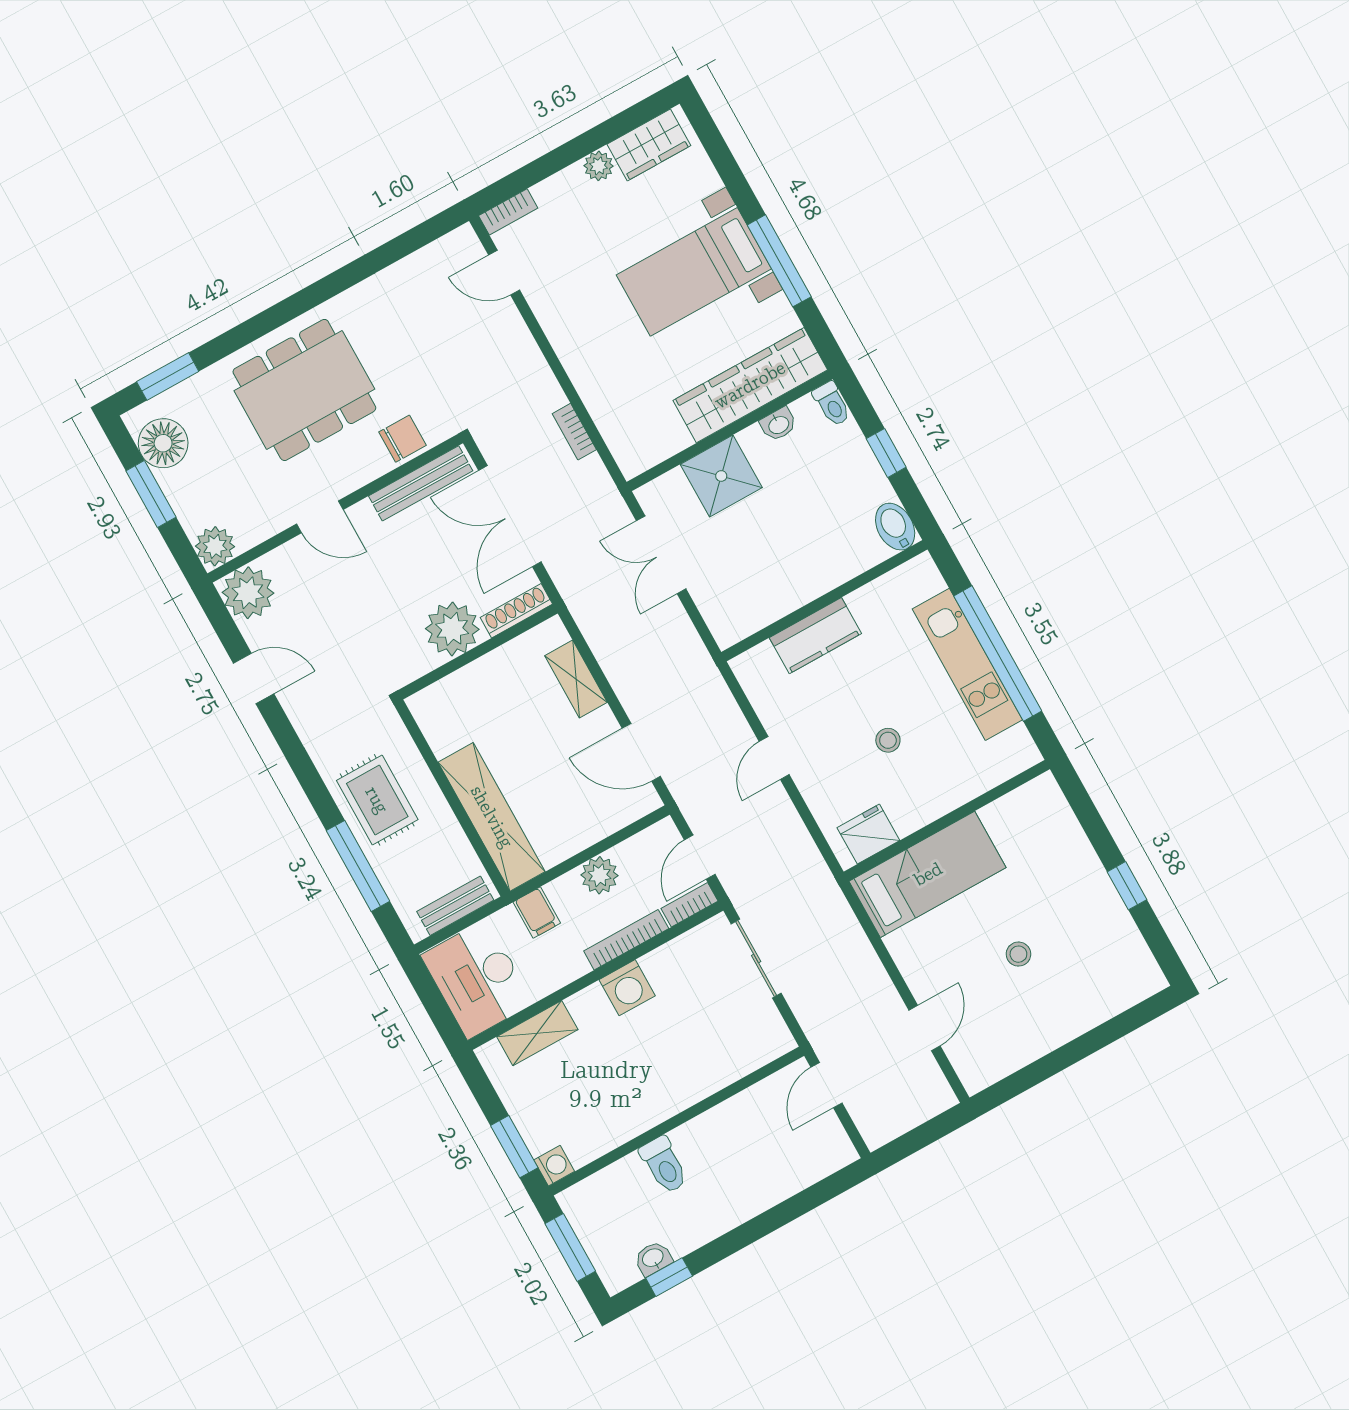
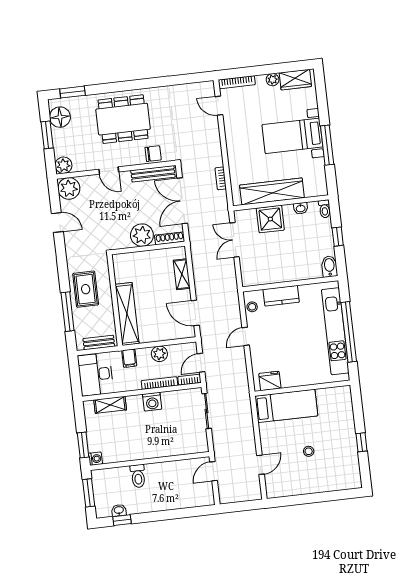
bookcase: (508, 212) -> (237, 82), width x1.56
wardrobe: (750, 385) -> (272, 191), moved
kitchen unit: (967, 664) -> (335, 331), width x1.36
stool: (888, 740) -> (252, 307), moved

